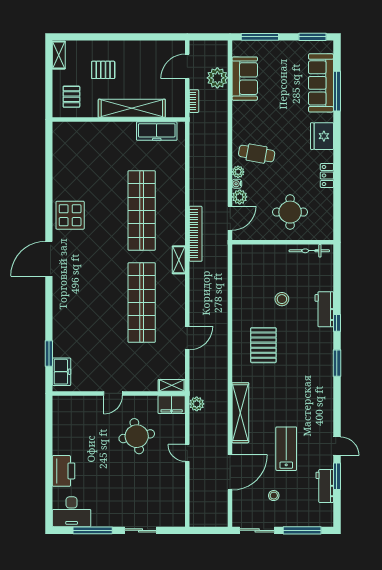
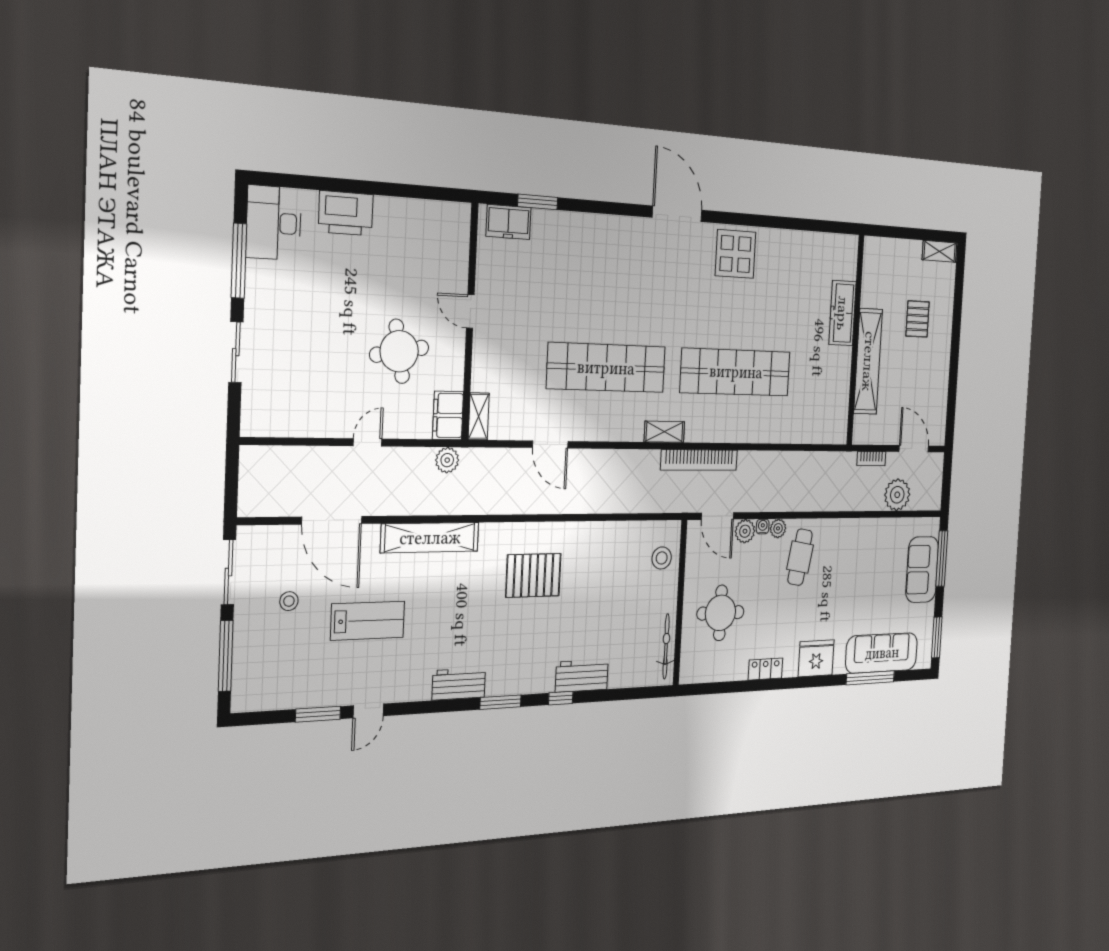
sofa: (245, 79) -> (922, 570), moved, turned 90
pallet: (71, 97) -> (888, 267), removed
freezer: (157, 131) -> (842, 313), moved
stool: (282, 299) -> (662, 558), moved
workbench: (325, 486) -> (459, 684), moved

